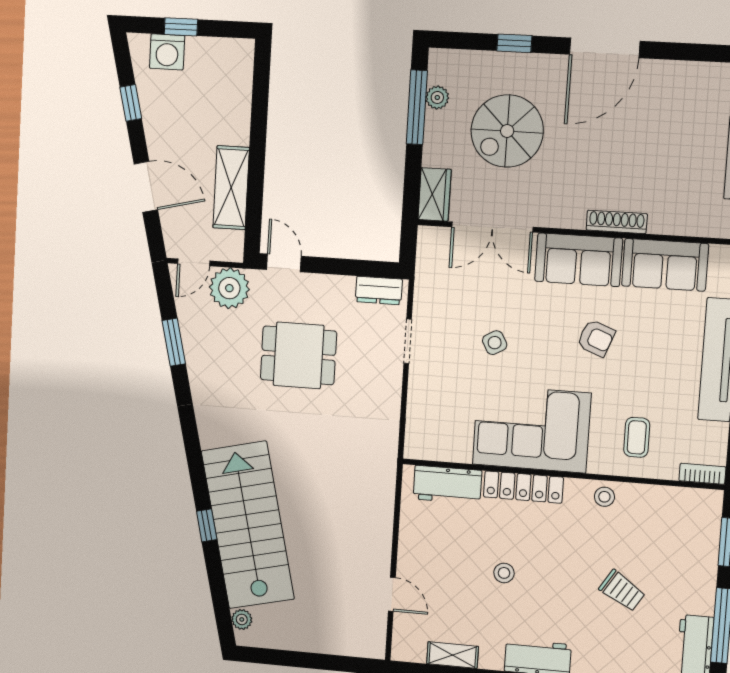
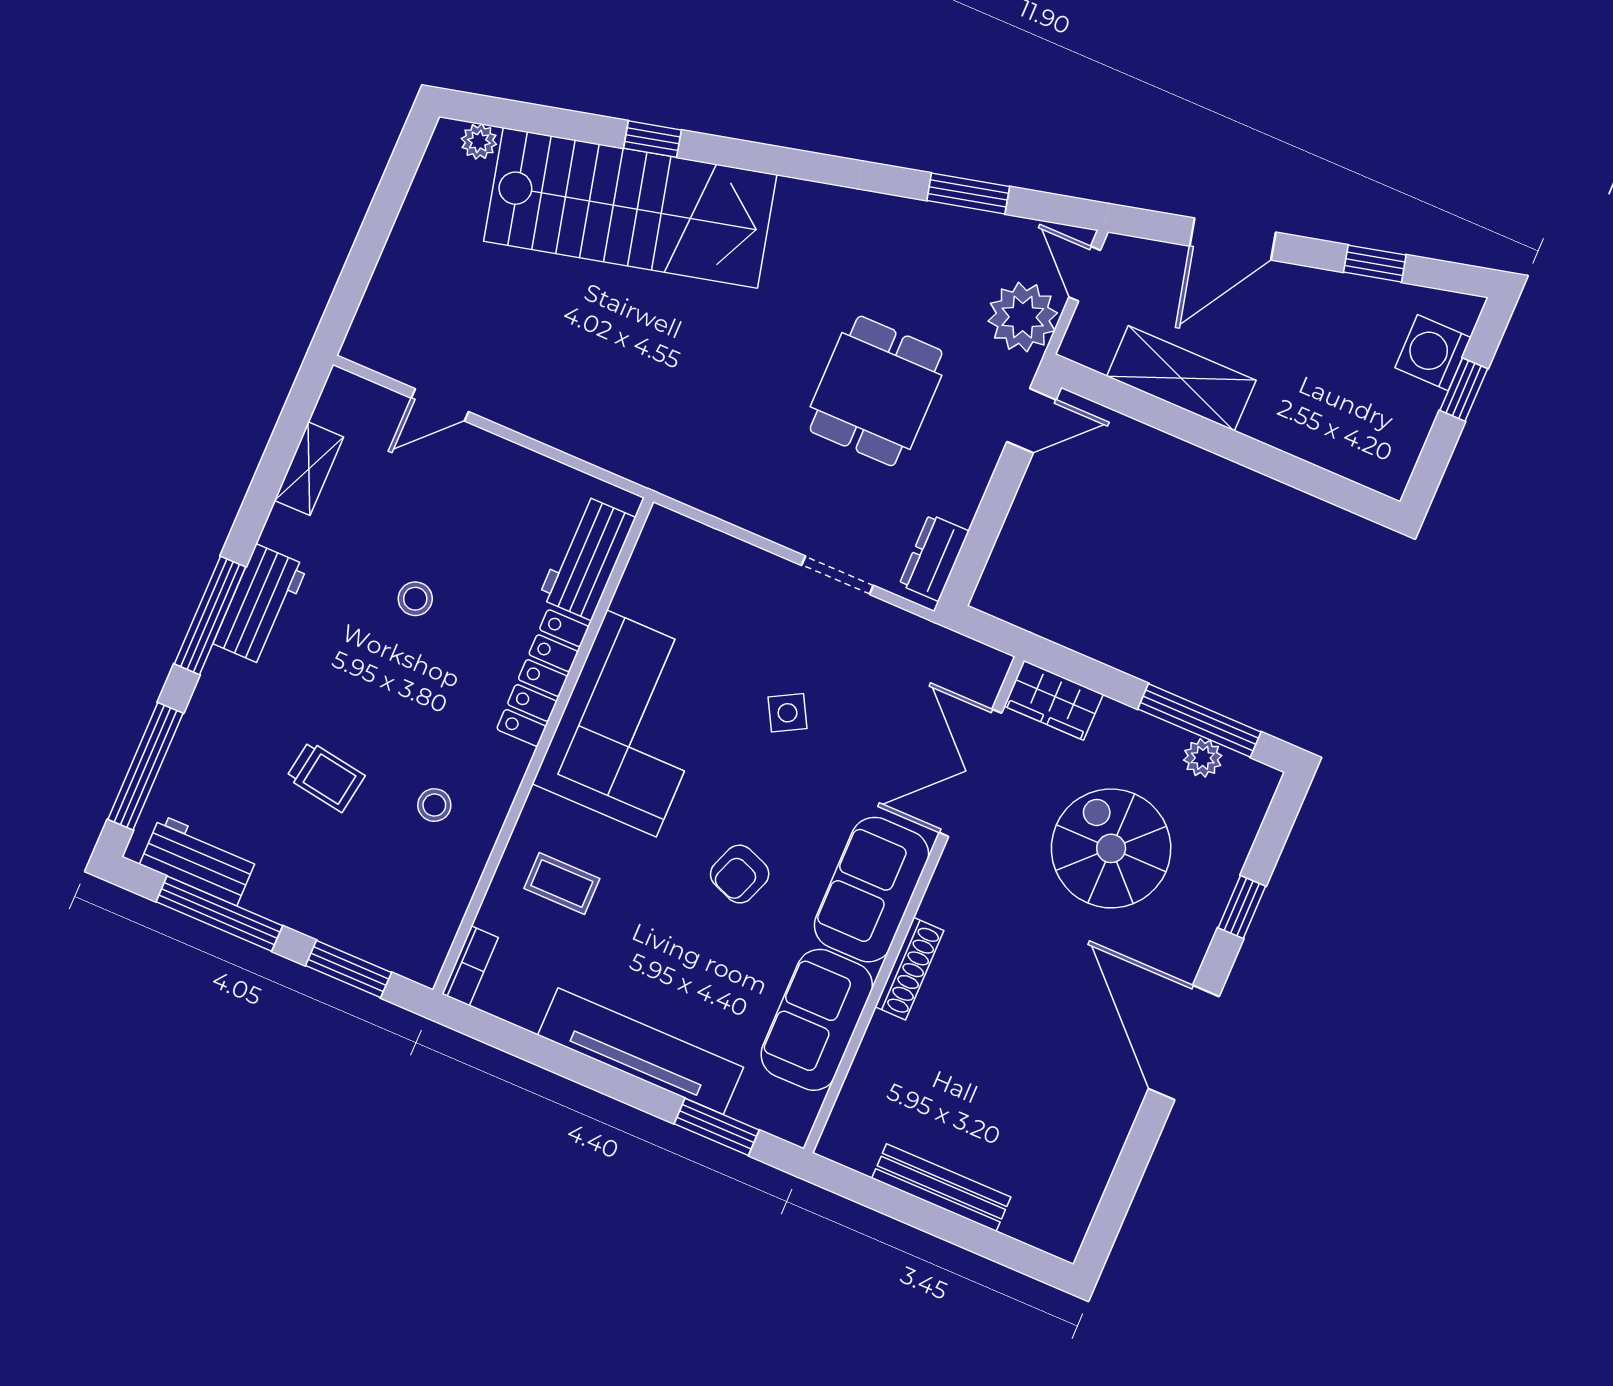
stool: (604, 497) -> (434, 805), moved
trolley: (622, 591) -> (326, 777), turned -113

